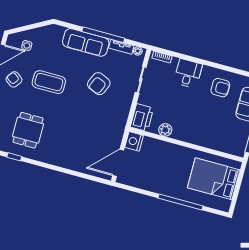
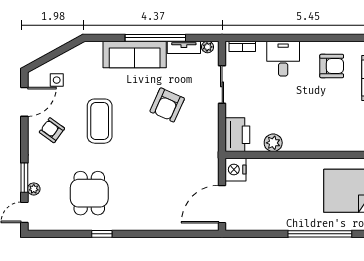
coffee table: (49, 82) -> (100, 121), turned 90
window: (14, 157) -> (102, 234), moved

